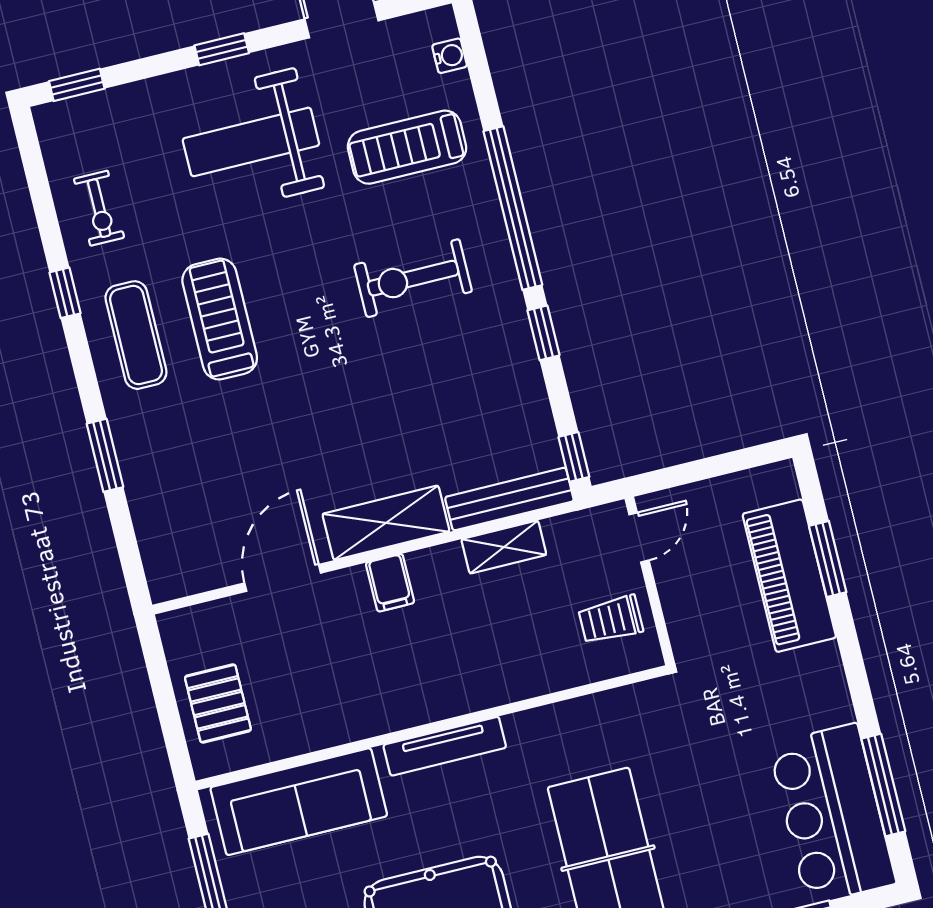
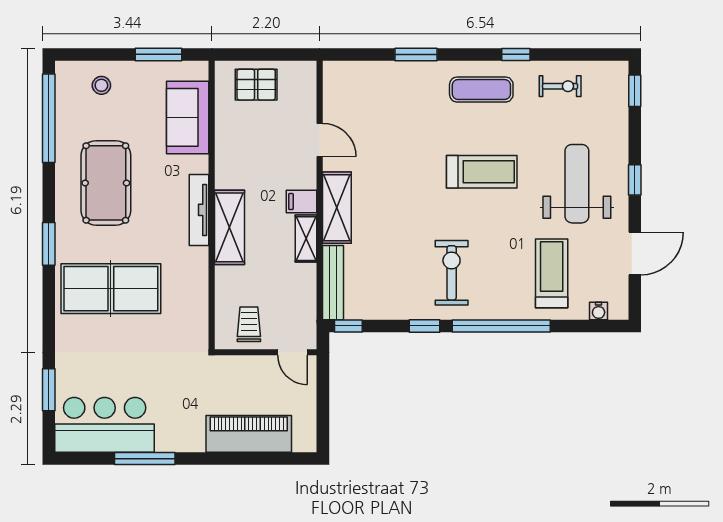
exercise bike: (99, 208) -> (560, 86), turned 180
exercise bike: (413, 278) -> (452, 273), moved
treadmill: (220, 319) -> (482, 172), moved
shelving: (504, 547) -> (306, 239), moved
window: (828, 559) -> (253, 459), removed
door: (283, 578) -> (320, 140), width x0.73
shelving: (461, 690) -> (229, 227), added
window: (883, 785) -> (145, 459), moved
sofa: (299, 802) -> (188, 117), width x0.73

